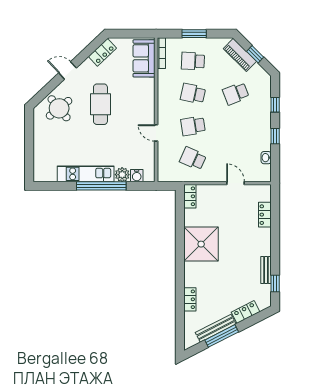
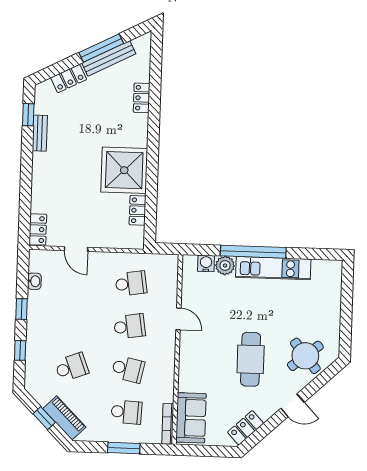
school desk: (193, 158) -> (131, 283), turned -33
locker: (190, 196) -> (138, 210), moved
locker: (265, 215) -> (38, 229), moved

